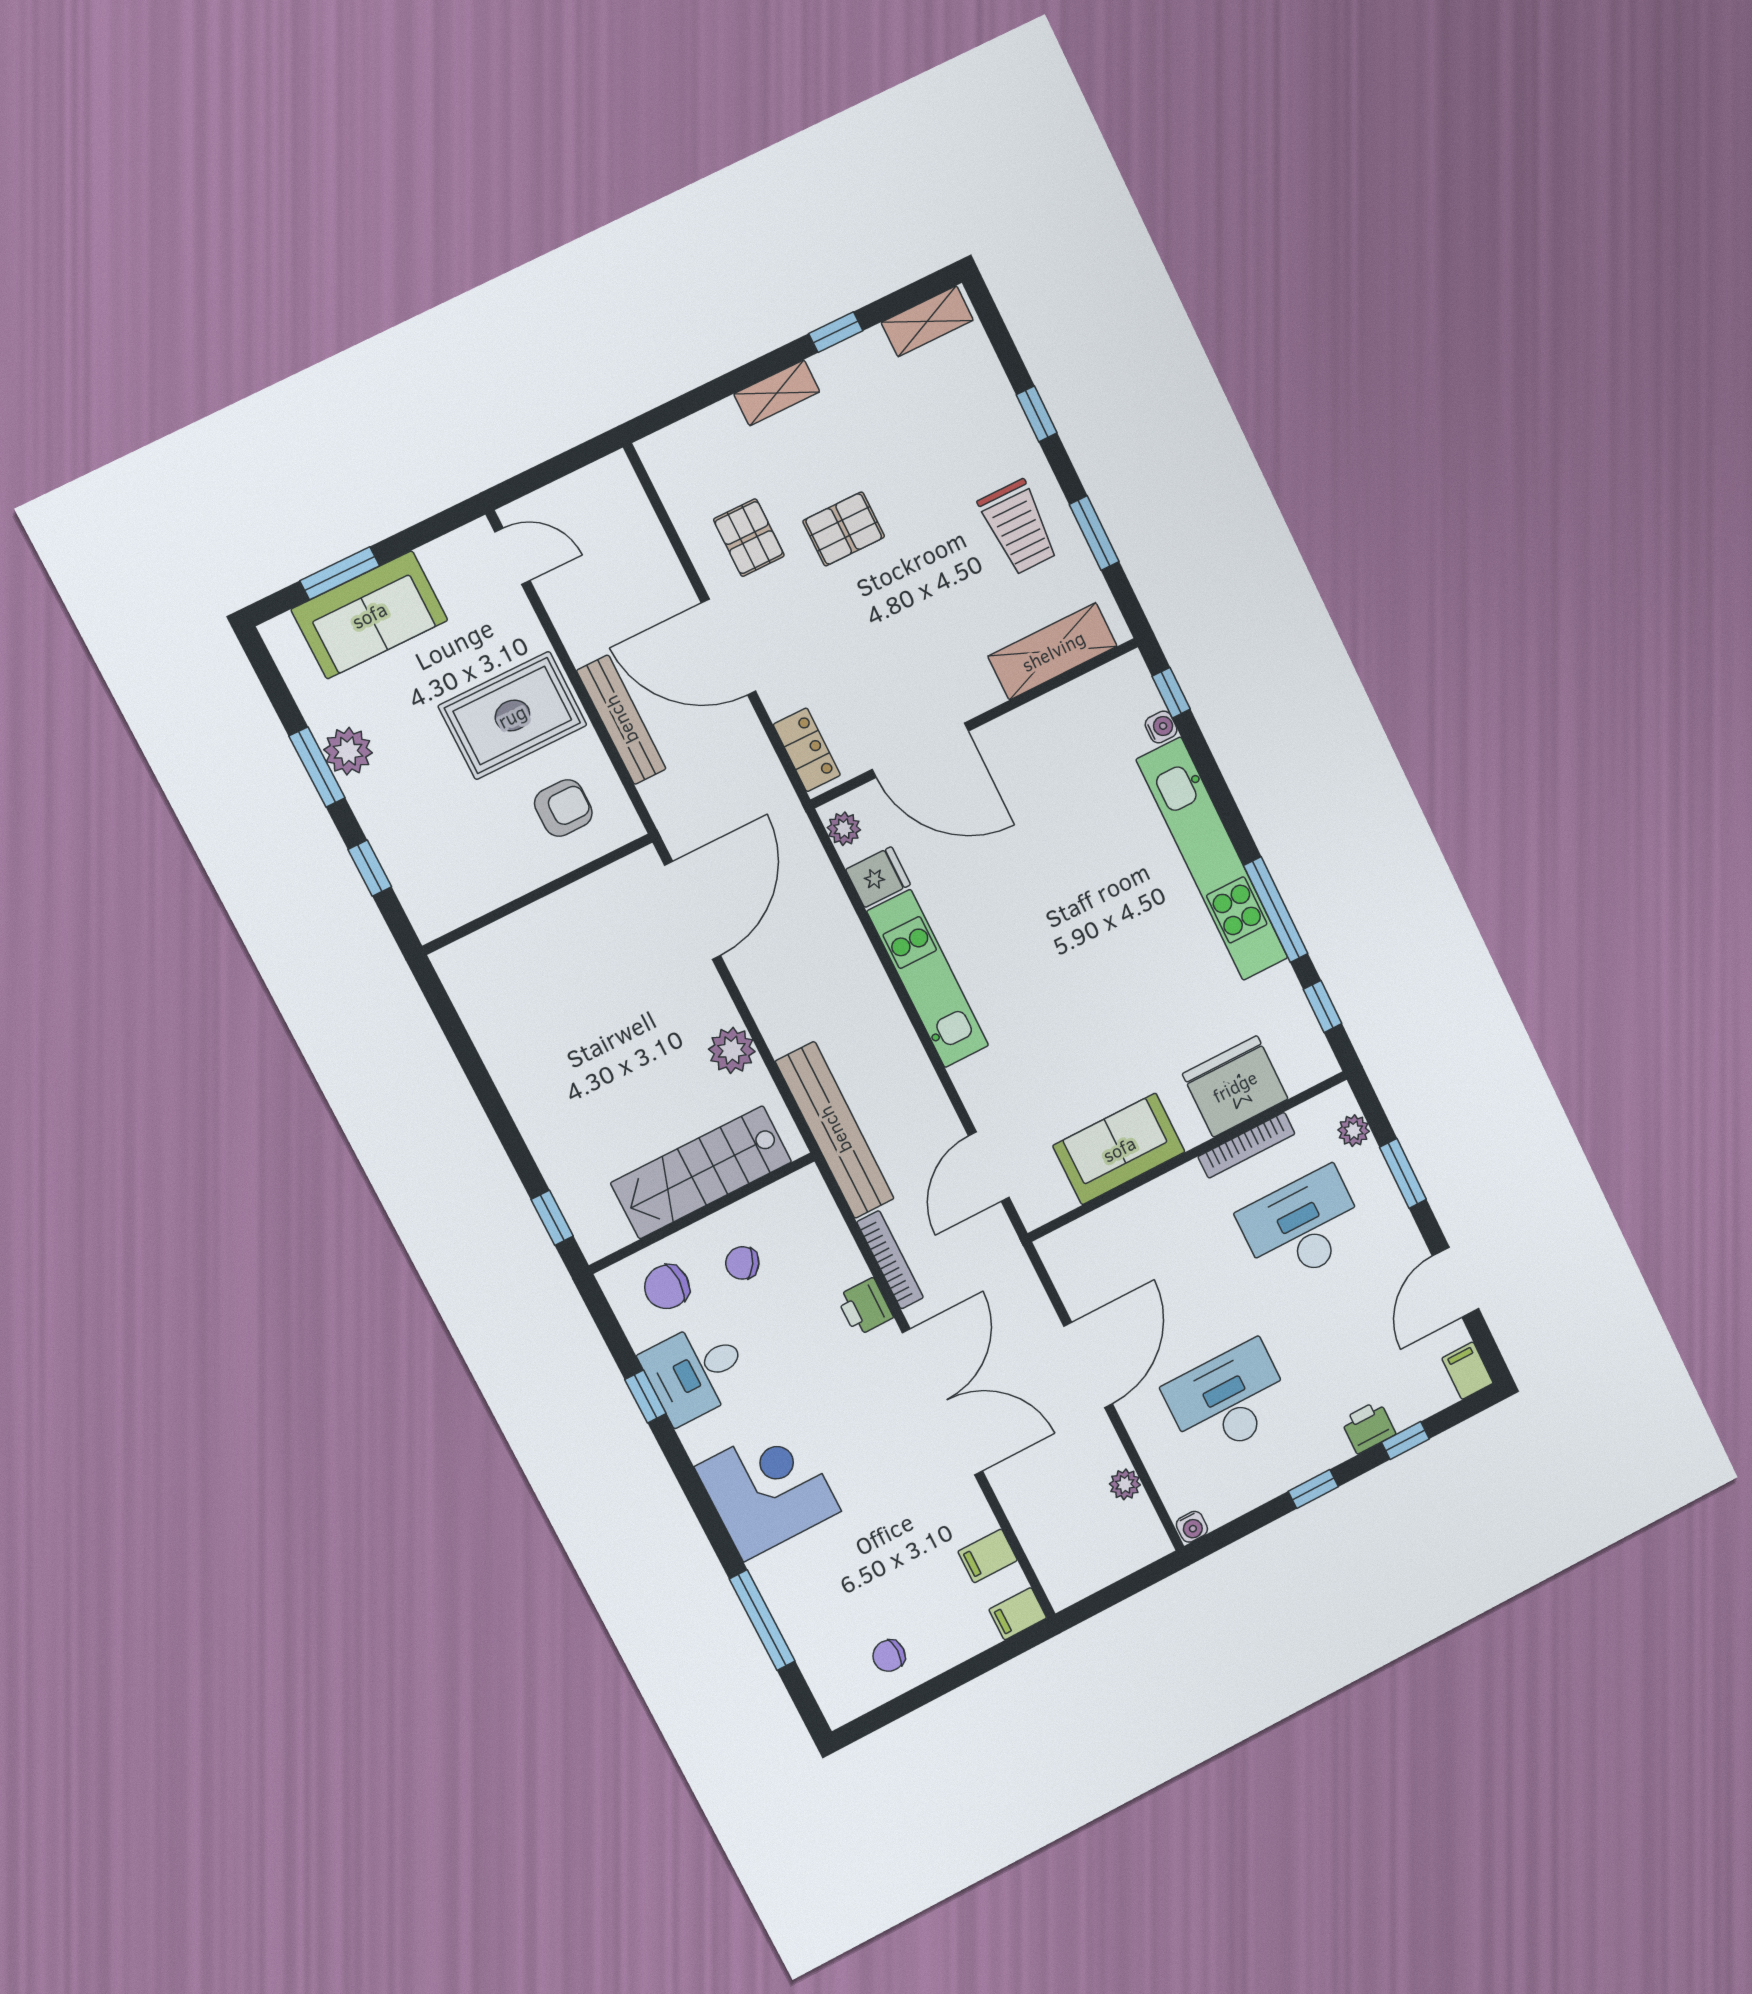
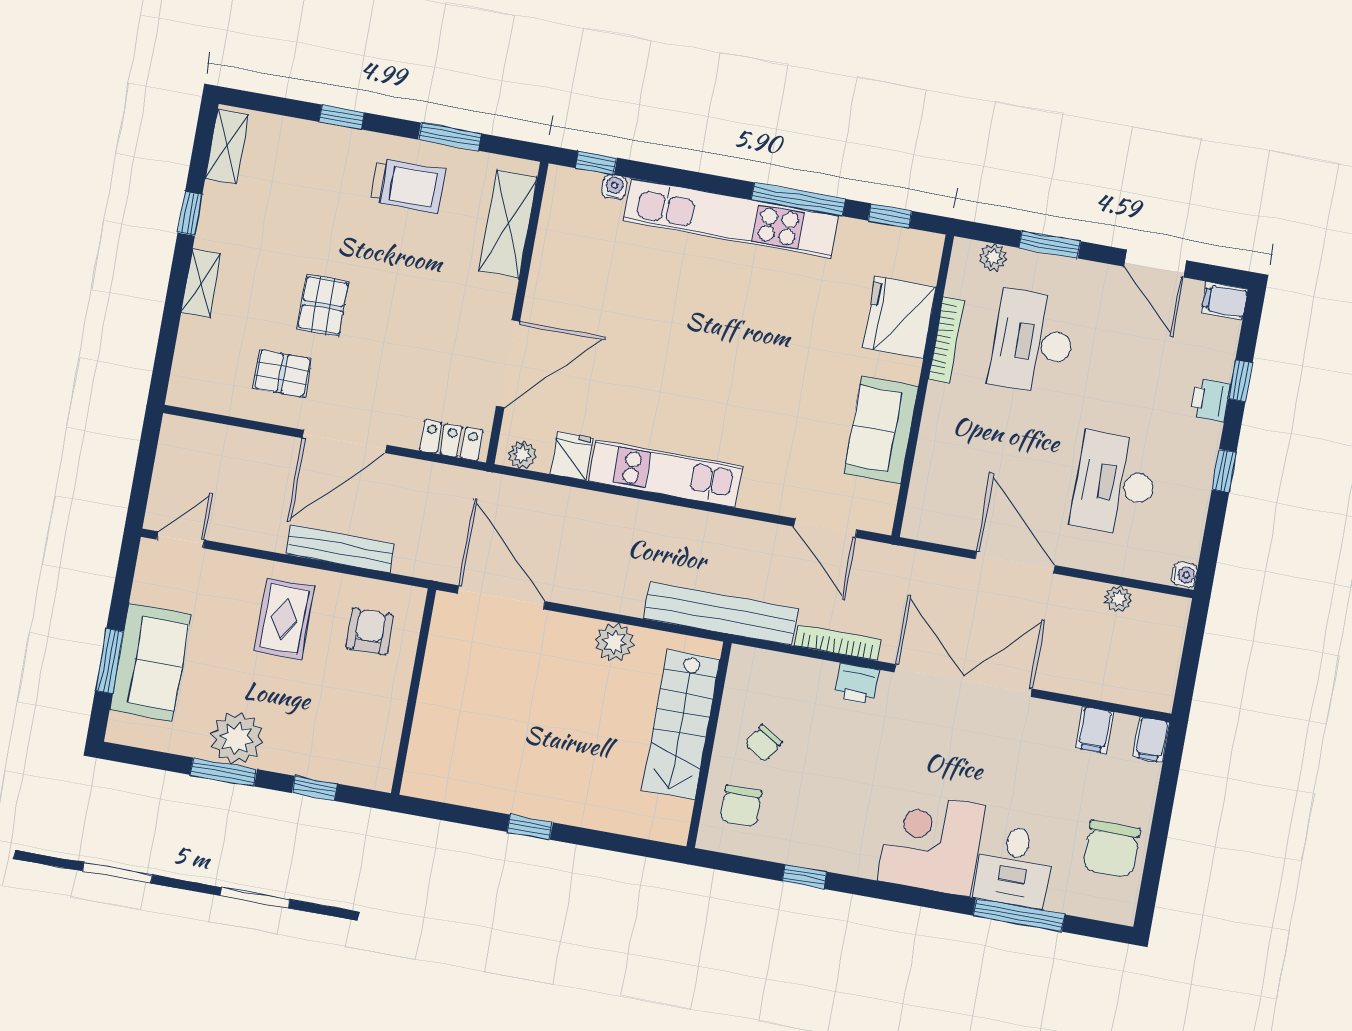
rug: (512, 716) -> (284, 619), width x0.73, depth x0.70
plant: (348, 751) -> (237, 738), width x1.36, depth x1.36
window: (552, 1218) -> (530, 827), moved
desk: (696, 1372) -> (1014, 866), moved
chair: (889, 1656) -> (1111, 849), width x1.87, depth x1.87

